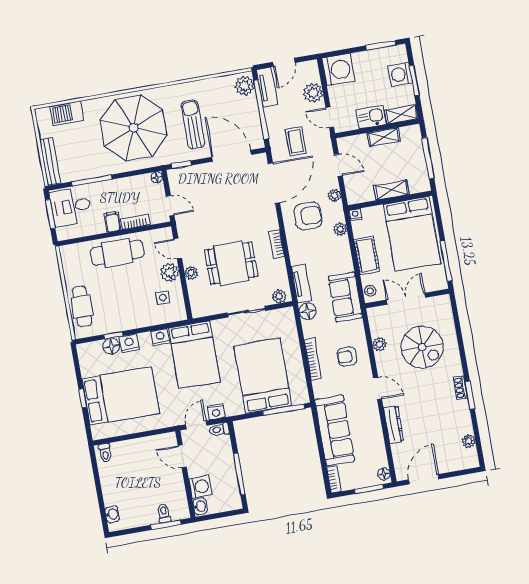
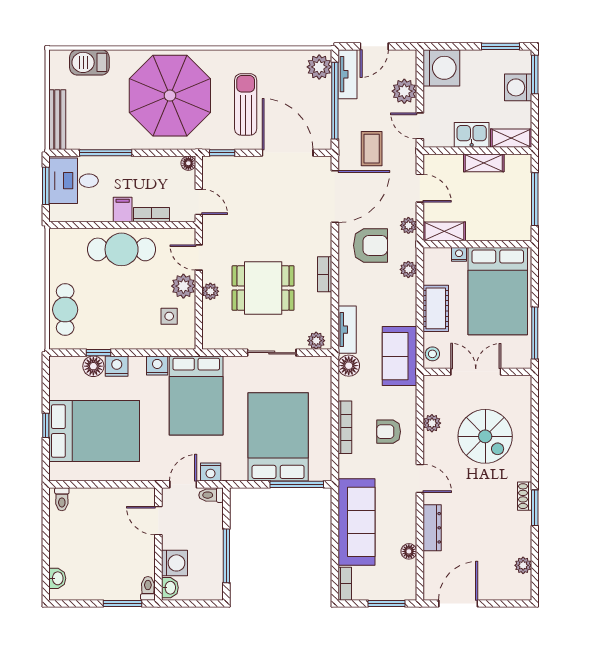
window: (414, 80) -> (535, 74), moved
shelving: (391, 190) -> (444, 231), moved
nightstand: (355, 215) -> (459, 254), moved
floor lamp: (384, 474) -> (409, 551), moved
toilet: (164, 513) -> (148, 588), moved

